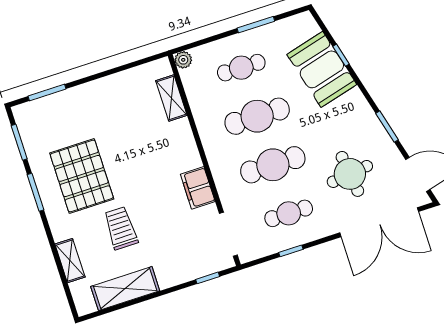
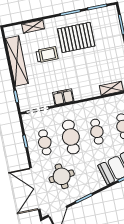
cafe table: (257, 116) -> (97, 132), width x0.73, depth x0.74
shelving: (125, 289) -> (17, 61), width x1.47

